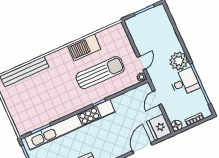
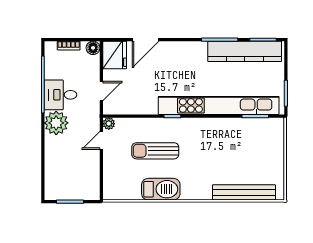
sun lounger: (100, 73) -> (155, 151), width x0.73, depth x0.75

